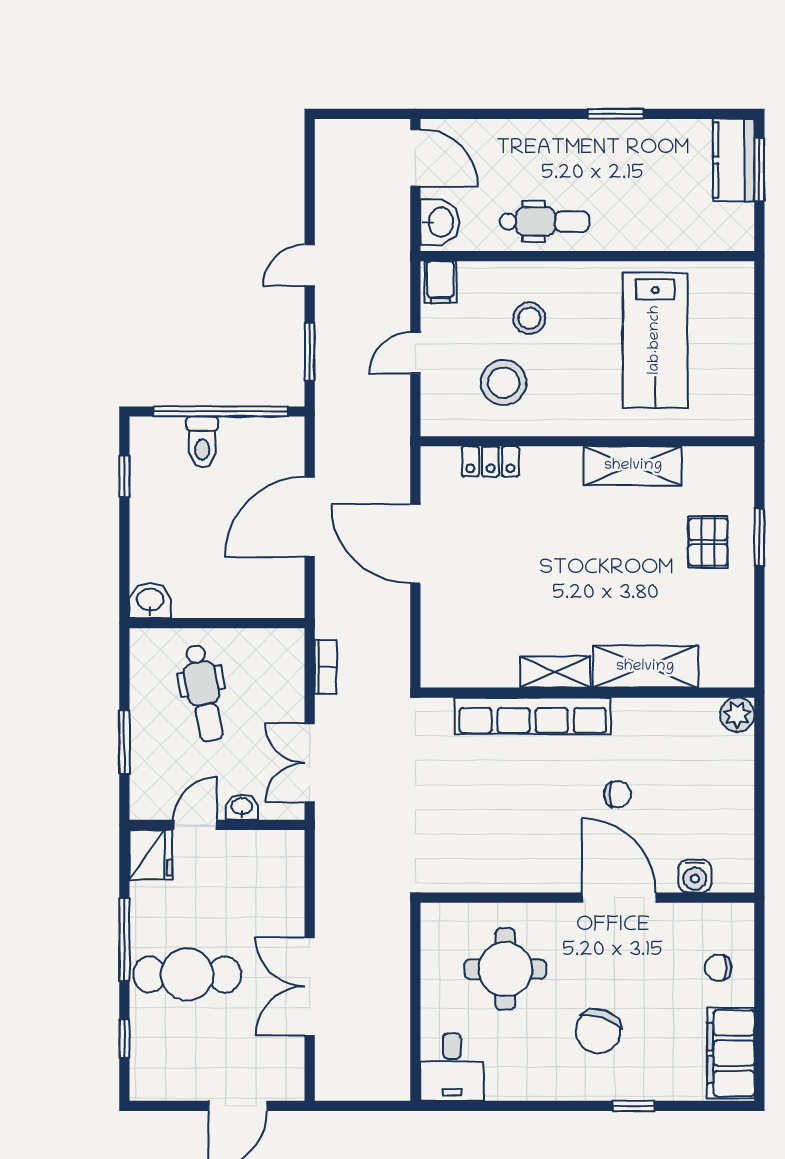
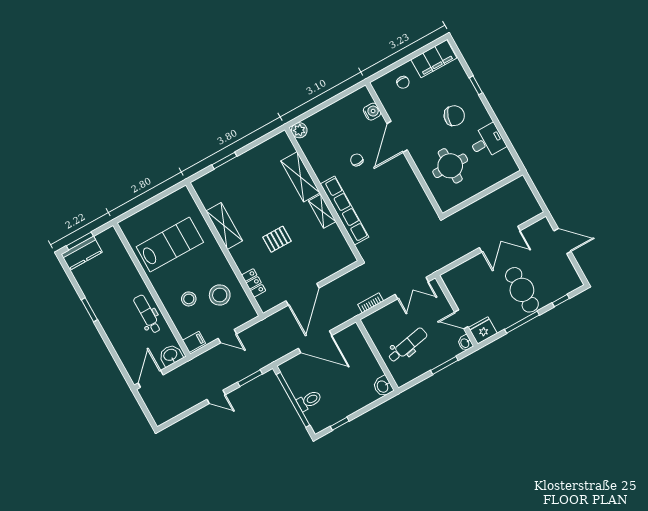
pallet: (708, 542) -> (277, 239), moved
washbasin: (242, 807) -> (465, 343), moved
desk: (452, 1067) -> (487, 142), moved

